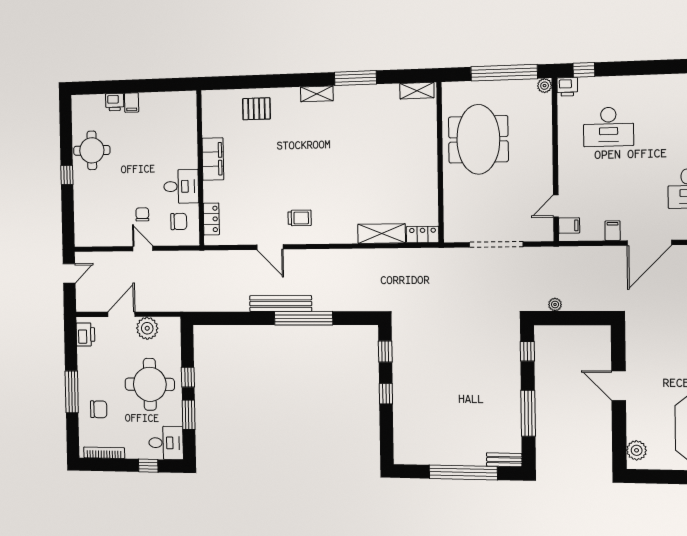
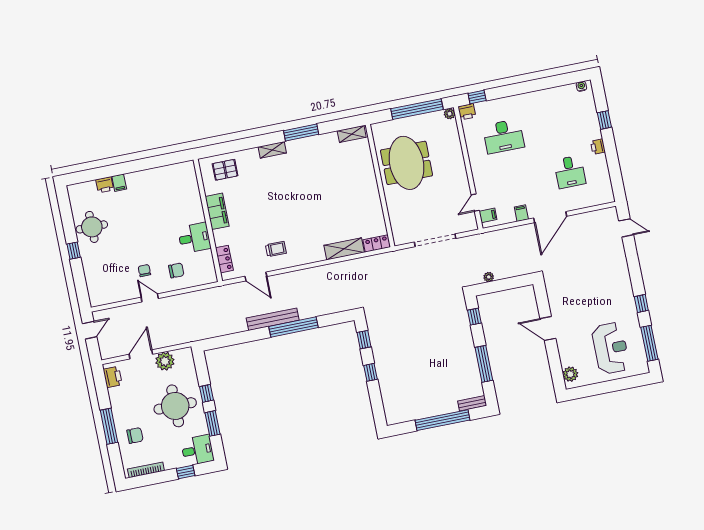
filing cabinet: (213, 159) -> (217, 211), moved
wall: (200, 168) -> (208, 220), moved
desk: (181, 186) -> (194, 238), moved
locker: (211, 219) -> (224, 259), moved

